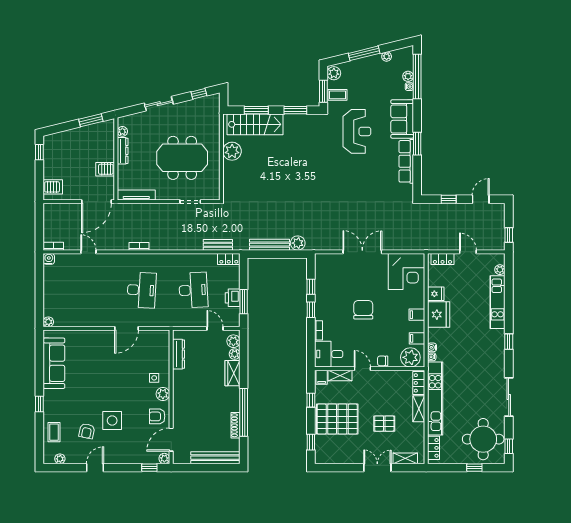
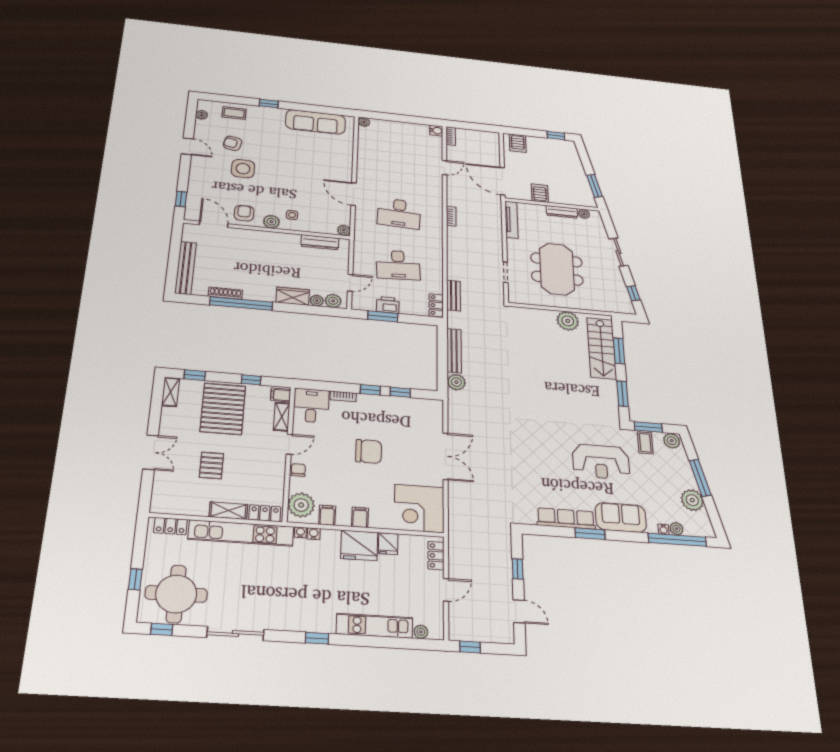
plant: (387, 57) -> (692, 500), width x1.88, depth x1.88
shelving: (405, 458) -> (171, 392), moved
plant: (164, 459) -> (344, 230), moved

